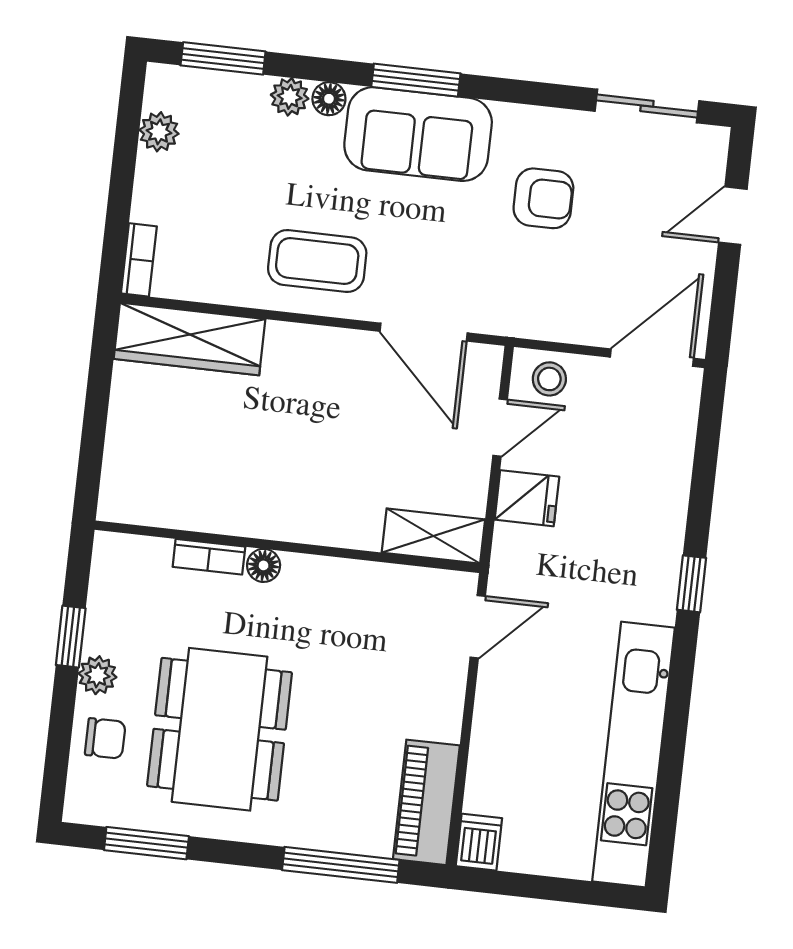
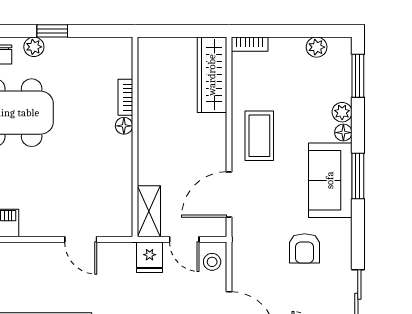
shelving: (433, 536) -> (149, 211), moved
wall: (287, 547) -> (135, 137), moved
bookcase: (209, 557) -> (125, 97), moved
floor lamp: (264, 565) -> (124, 126), moved

